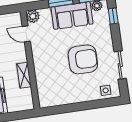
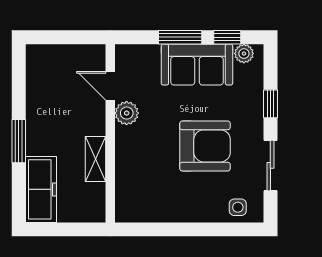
plant: (33, 16) -> (127, 113), moved
window: (113, 16) -> (270, 104), moved

